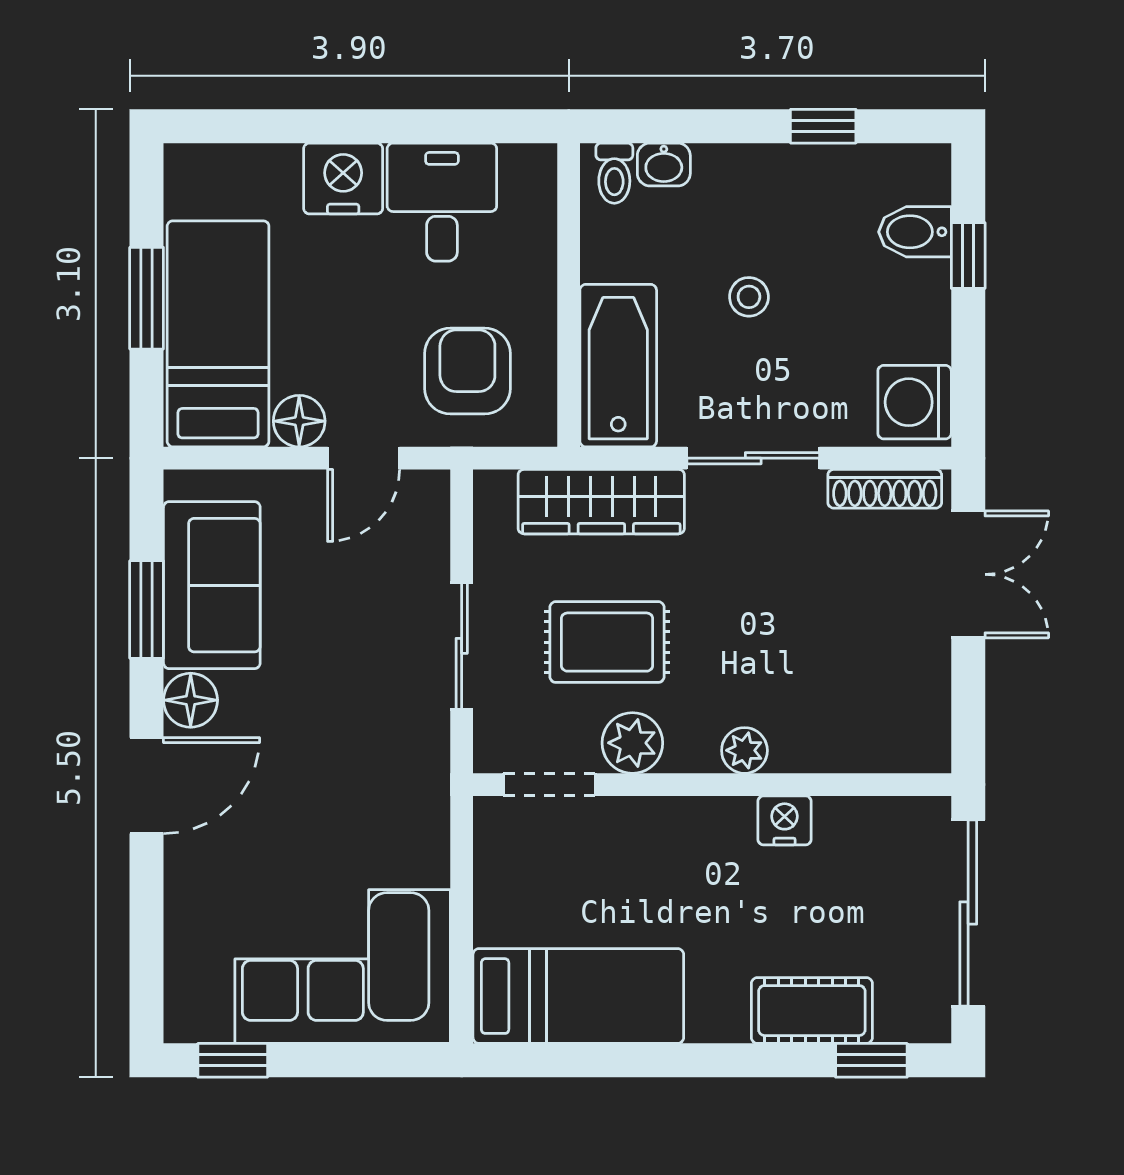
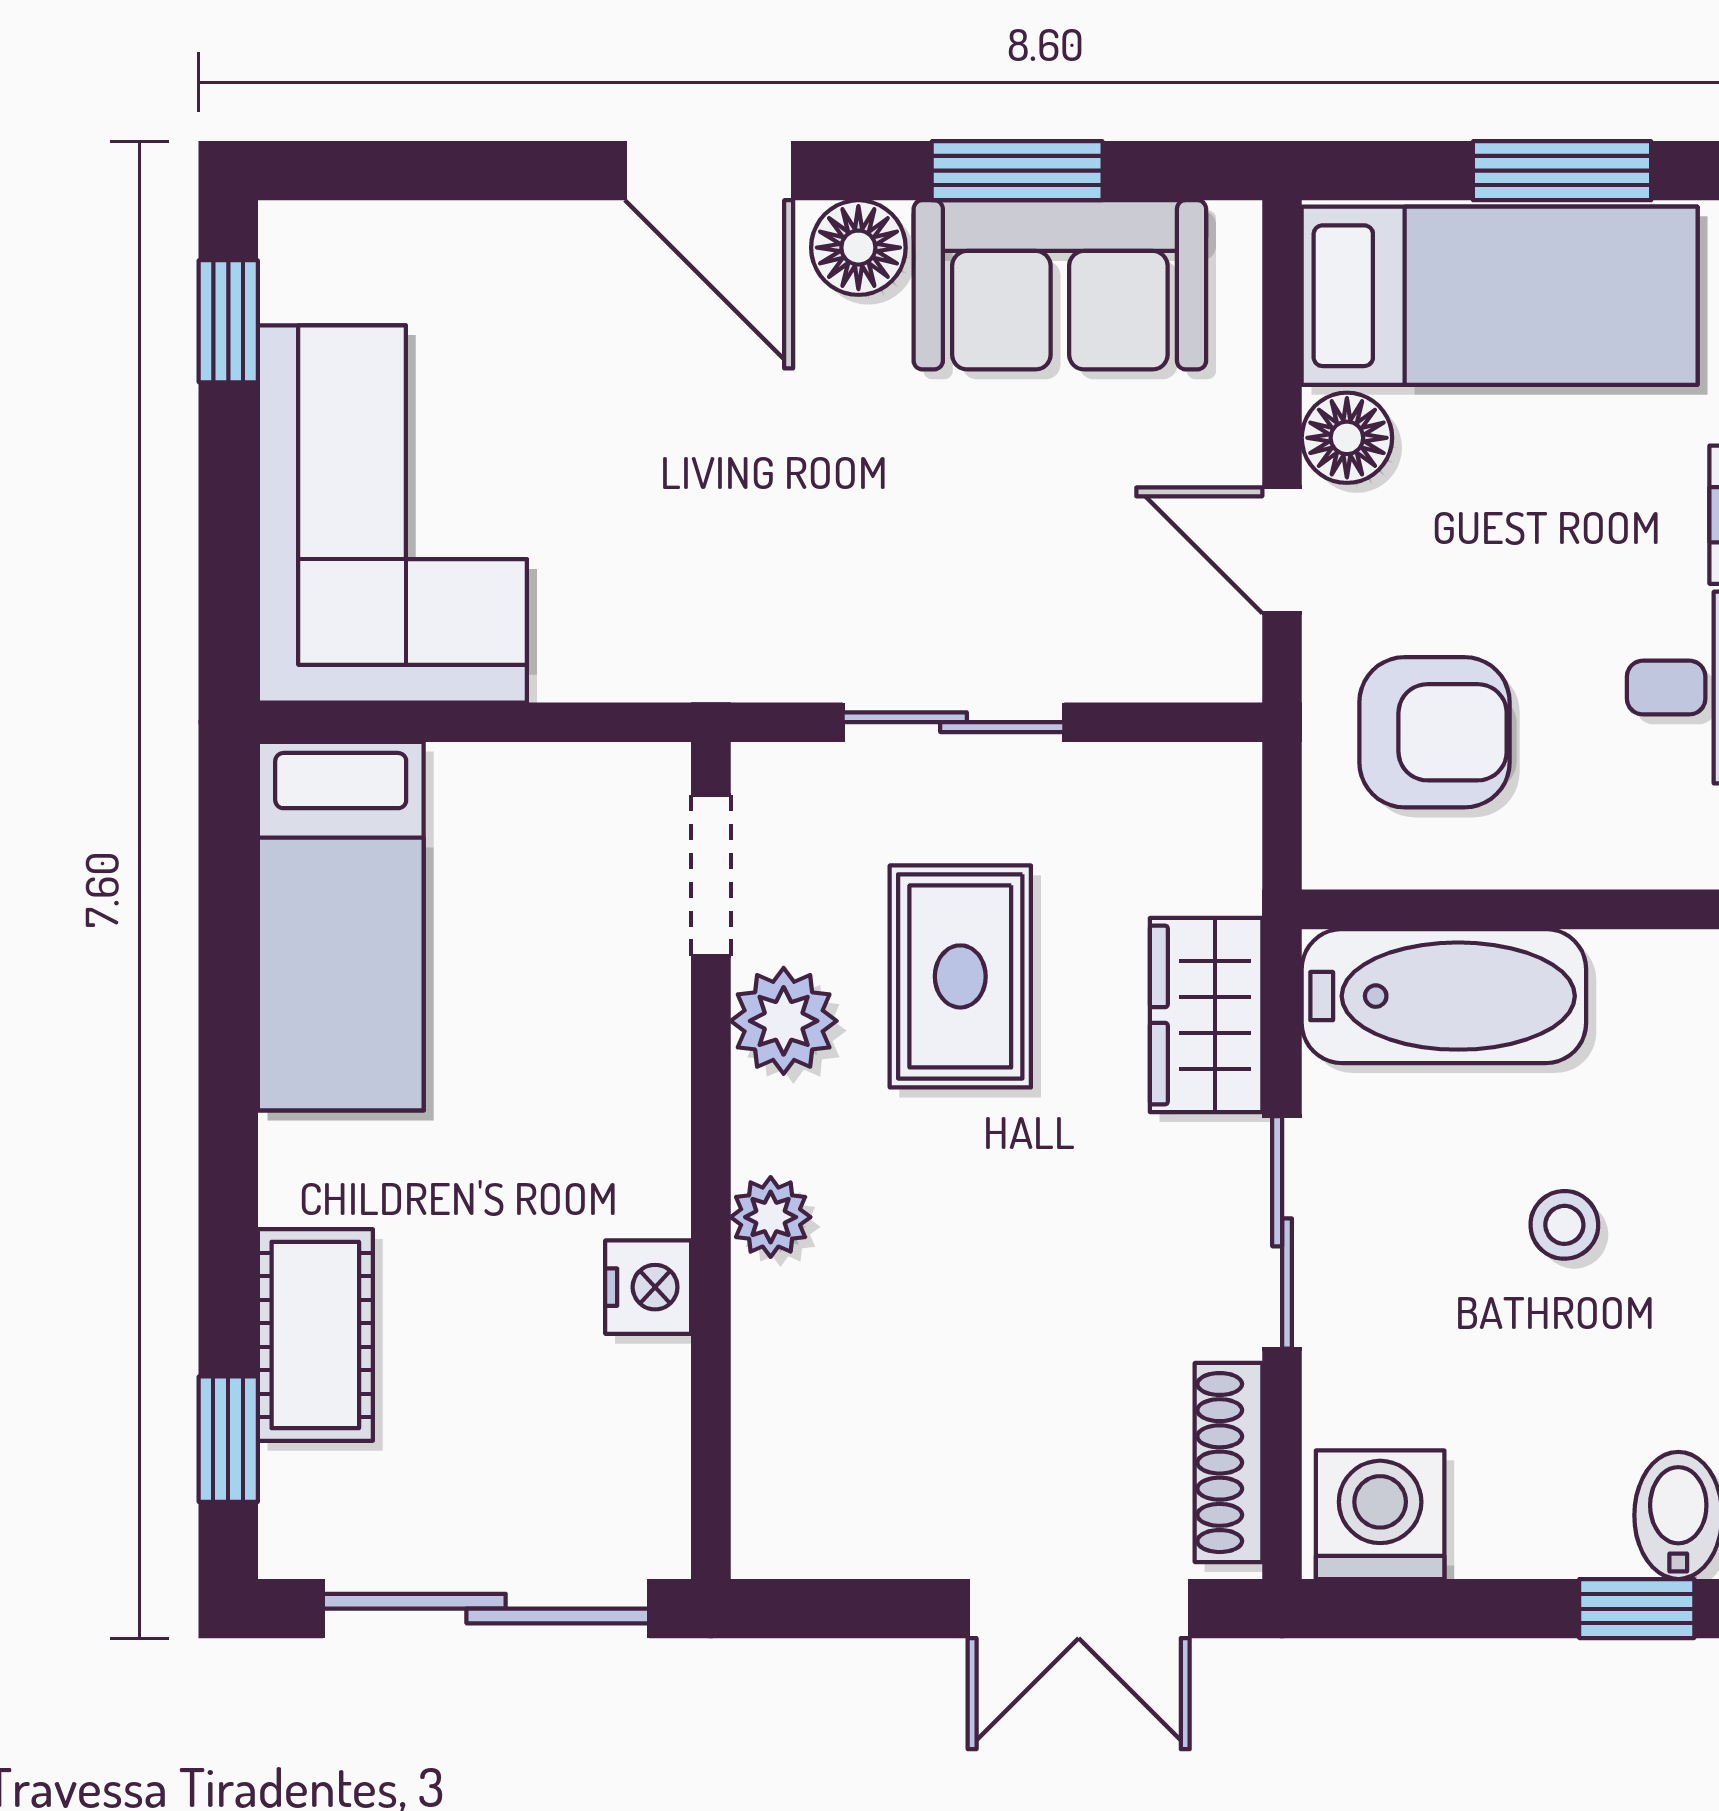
wardrobe: (601, 502) -> (1206, 1015), width x0.67

